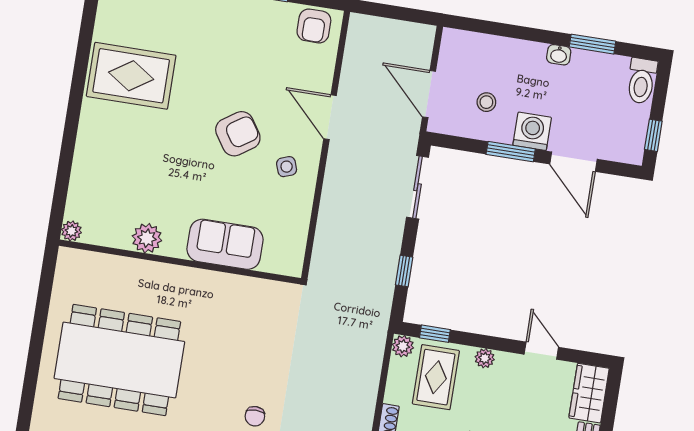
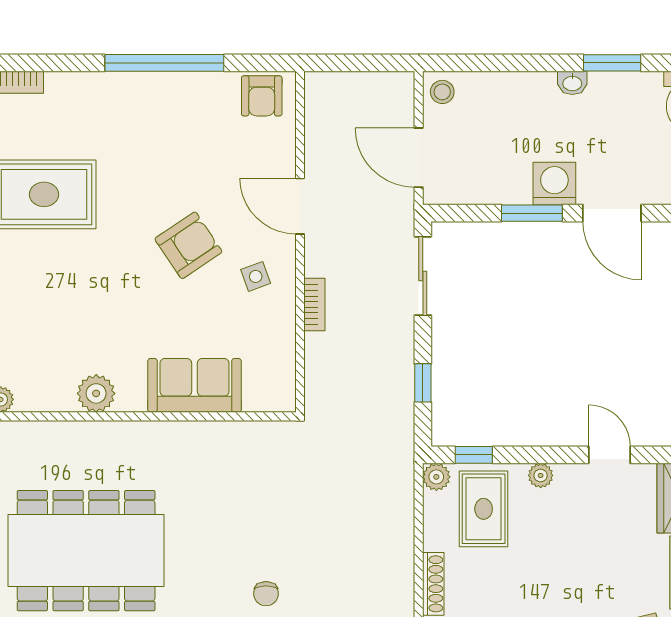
stool: (486, 102) -> (442, 92), moved
bookcase: (329, 196) -> (314, 305), added

